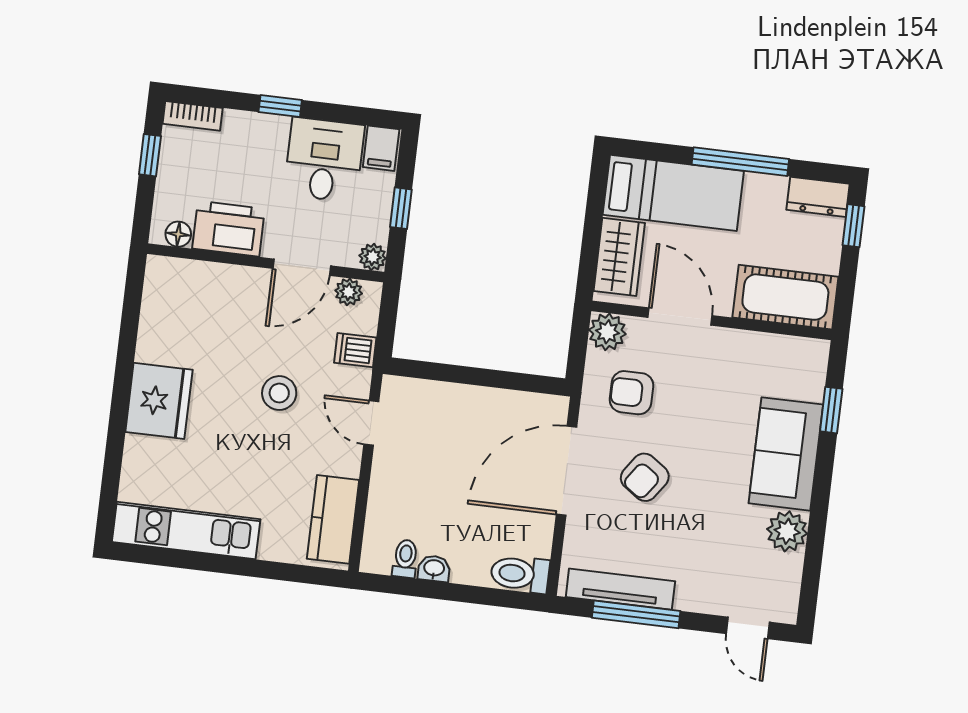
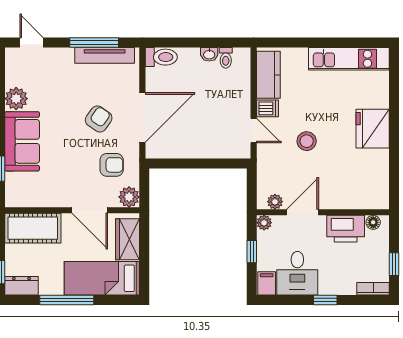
dishwasher: (355, 350) -> (267, 108), moved

